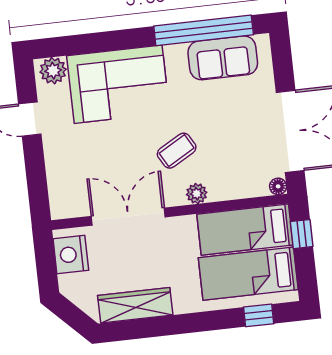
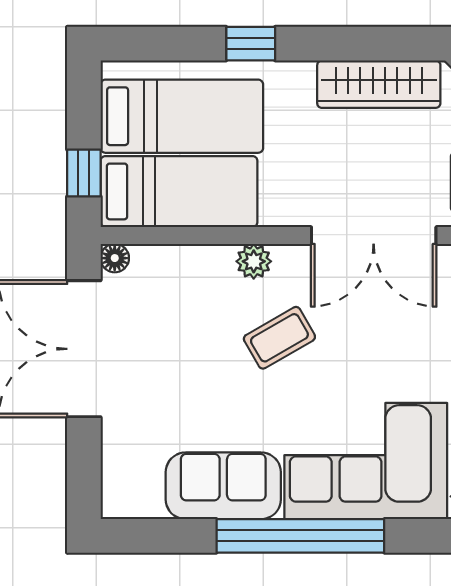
window: (204, 30) -> (300, 536), moved
sofa: (223, 58) -> (223, 486), moved
window: (259, 315) -> (251, 44), moved

